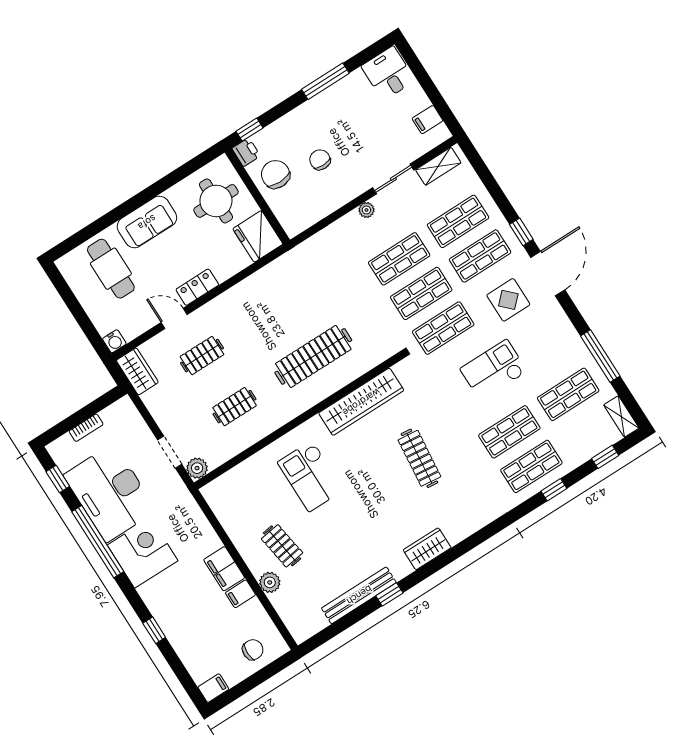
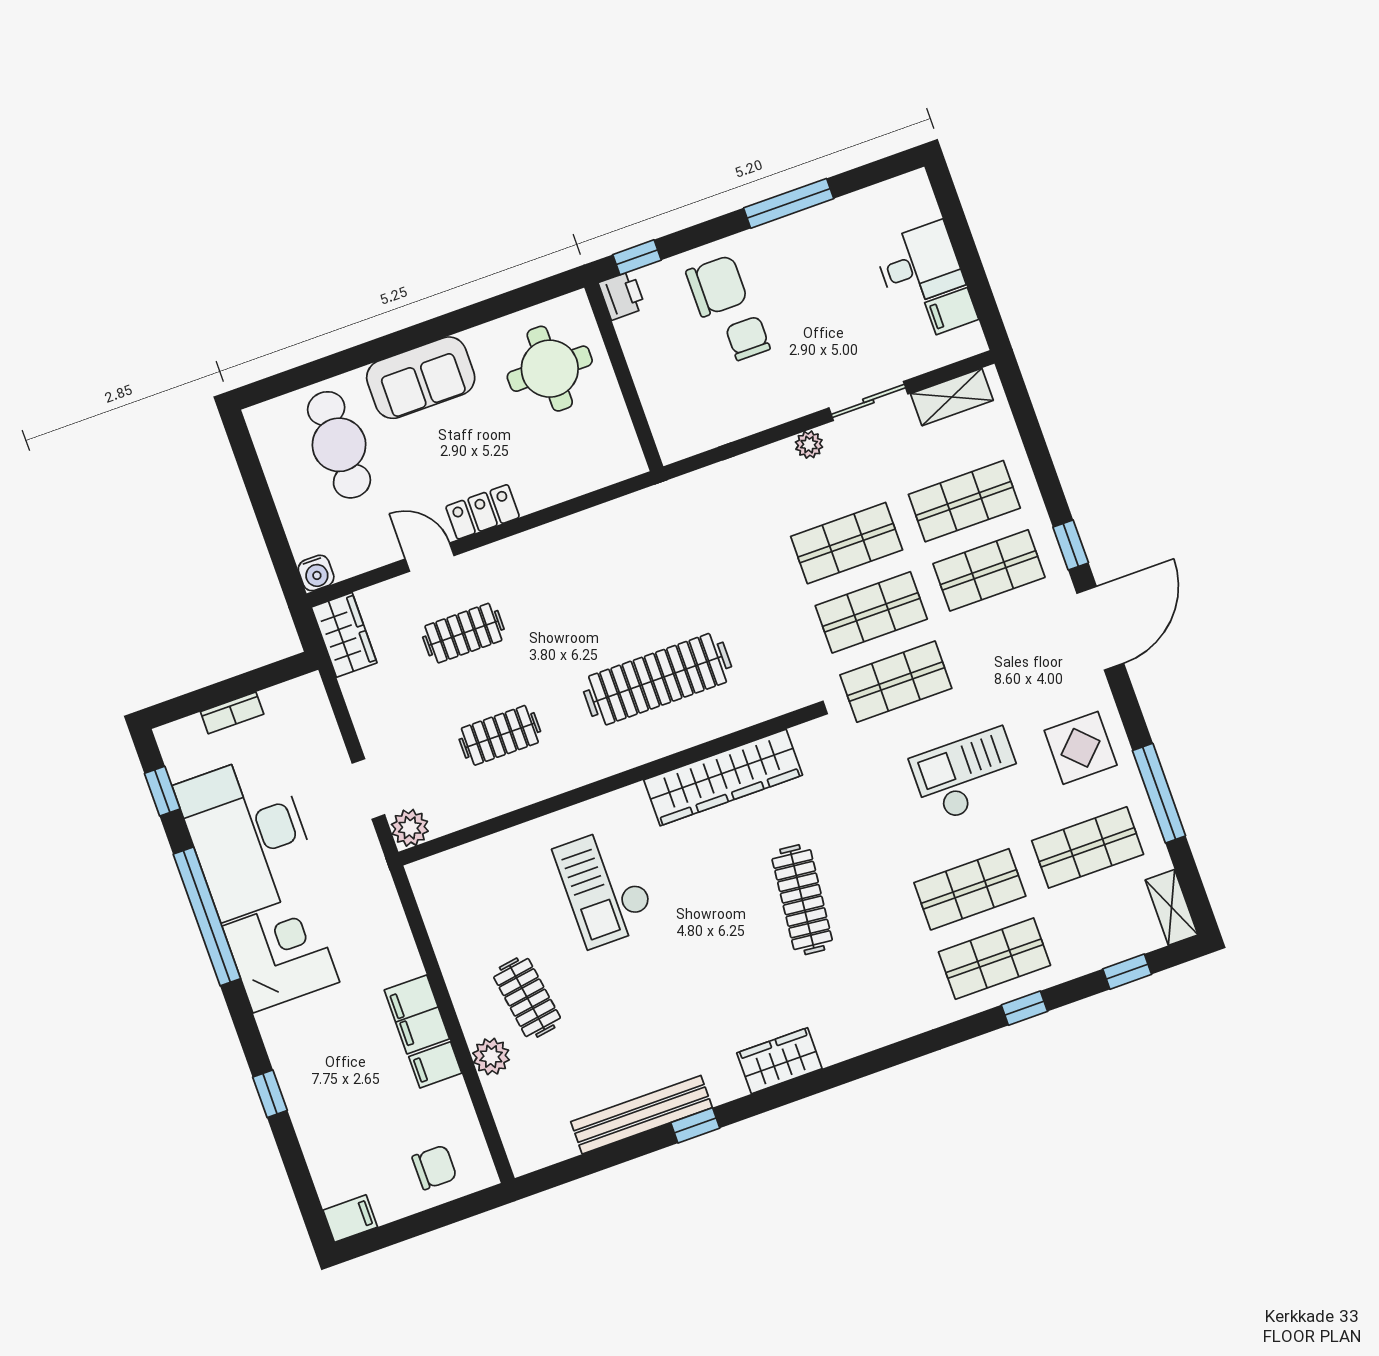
desk: (388, 73) -> (919, 264), moved, turned 90
chair: (276, 174) -> (717, 286), moved, turned 90
fridge: (258, 236) -> (609, 447), removed
display table: (508, 300) -> (1081, 748), moved

